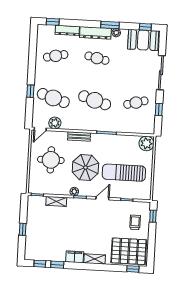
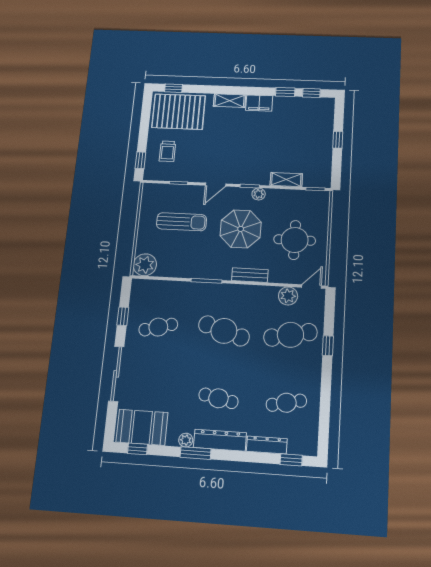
cafe table: (53, 98) -> (290, 335), turned -30
sun lounger: (124, 173) -> (182, 222), width x0.73, depth x0.75

